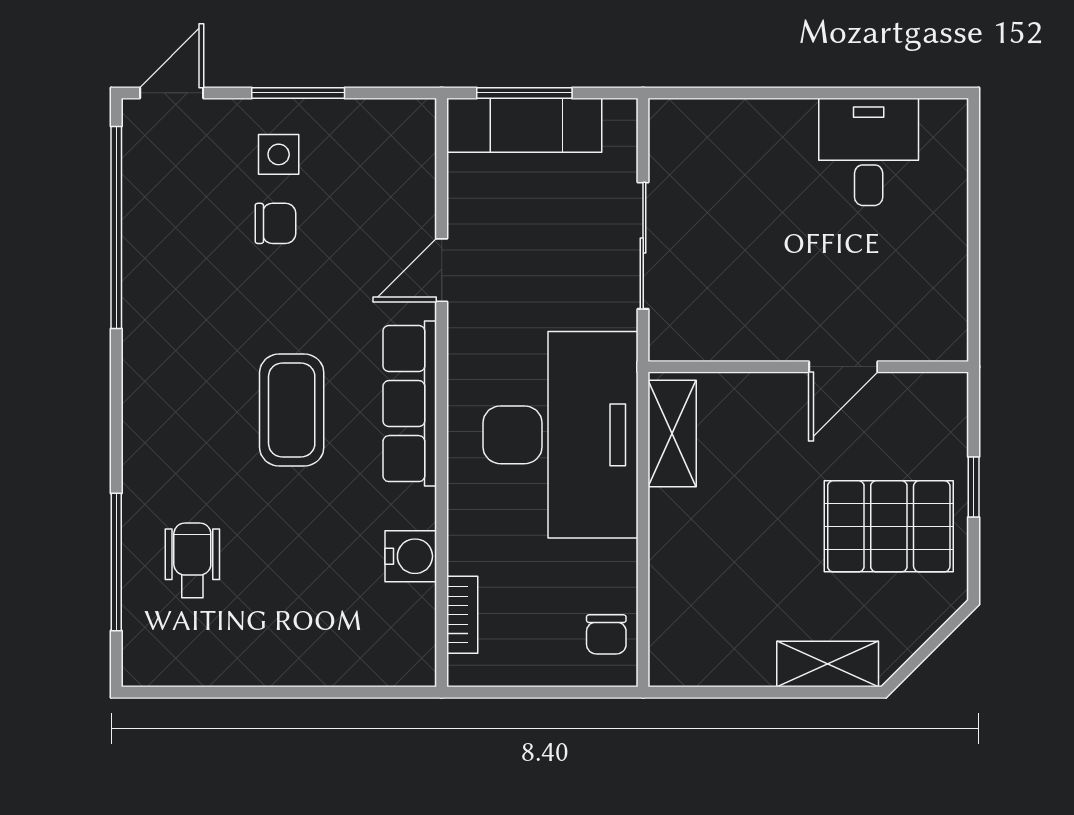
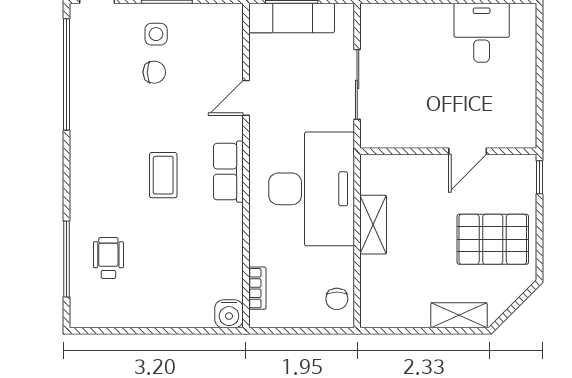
row of seats: (410, 404) -> (228, 172), width x0.68
coffee table: (292, 410) -> (163, 175), width x0.73, depth x0.77
shelving: (672, 434) -> (373, 225), moved
window: (974, 487) -> (540, 177), moved
water cooler: (411, 556) -> (229, 314), moved, turned 90

